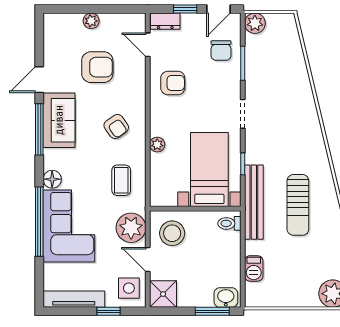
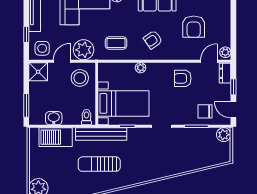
plant: (91, 21) -> (225, 52), moved
armchair: (173, 83) -> (183, 78), turned 90
barbecue: (254, 268) -> (56, 137), width x1.88, depth x1.53
washbasin: (226, 297) -> (54, 118), moved, turned -90

